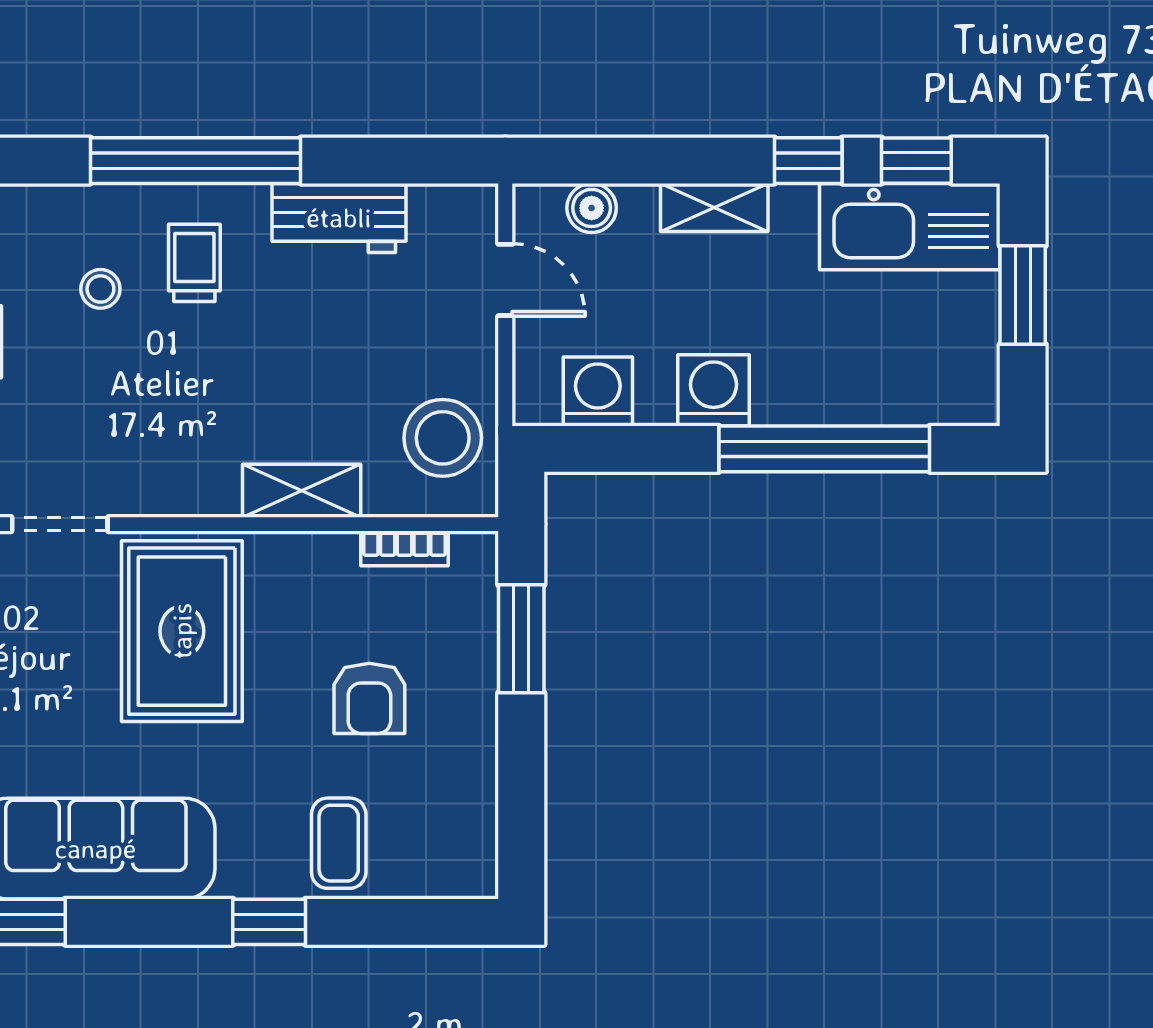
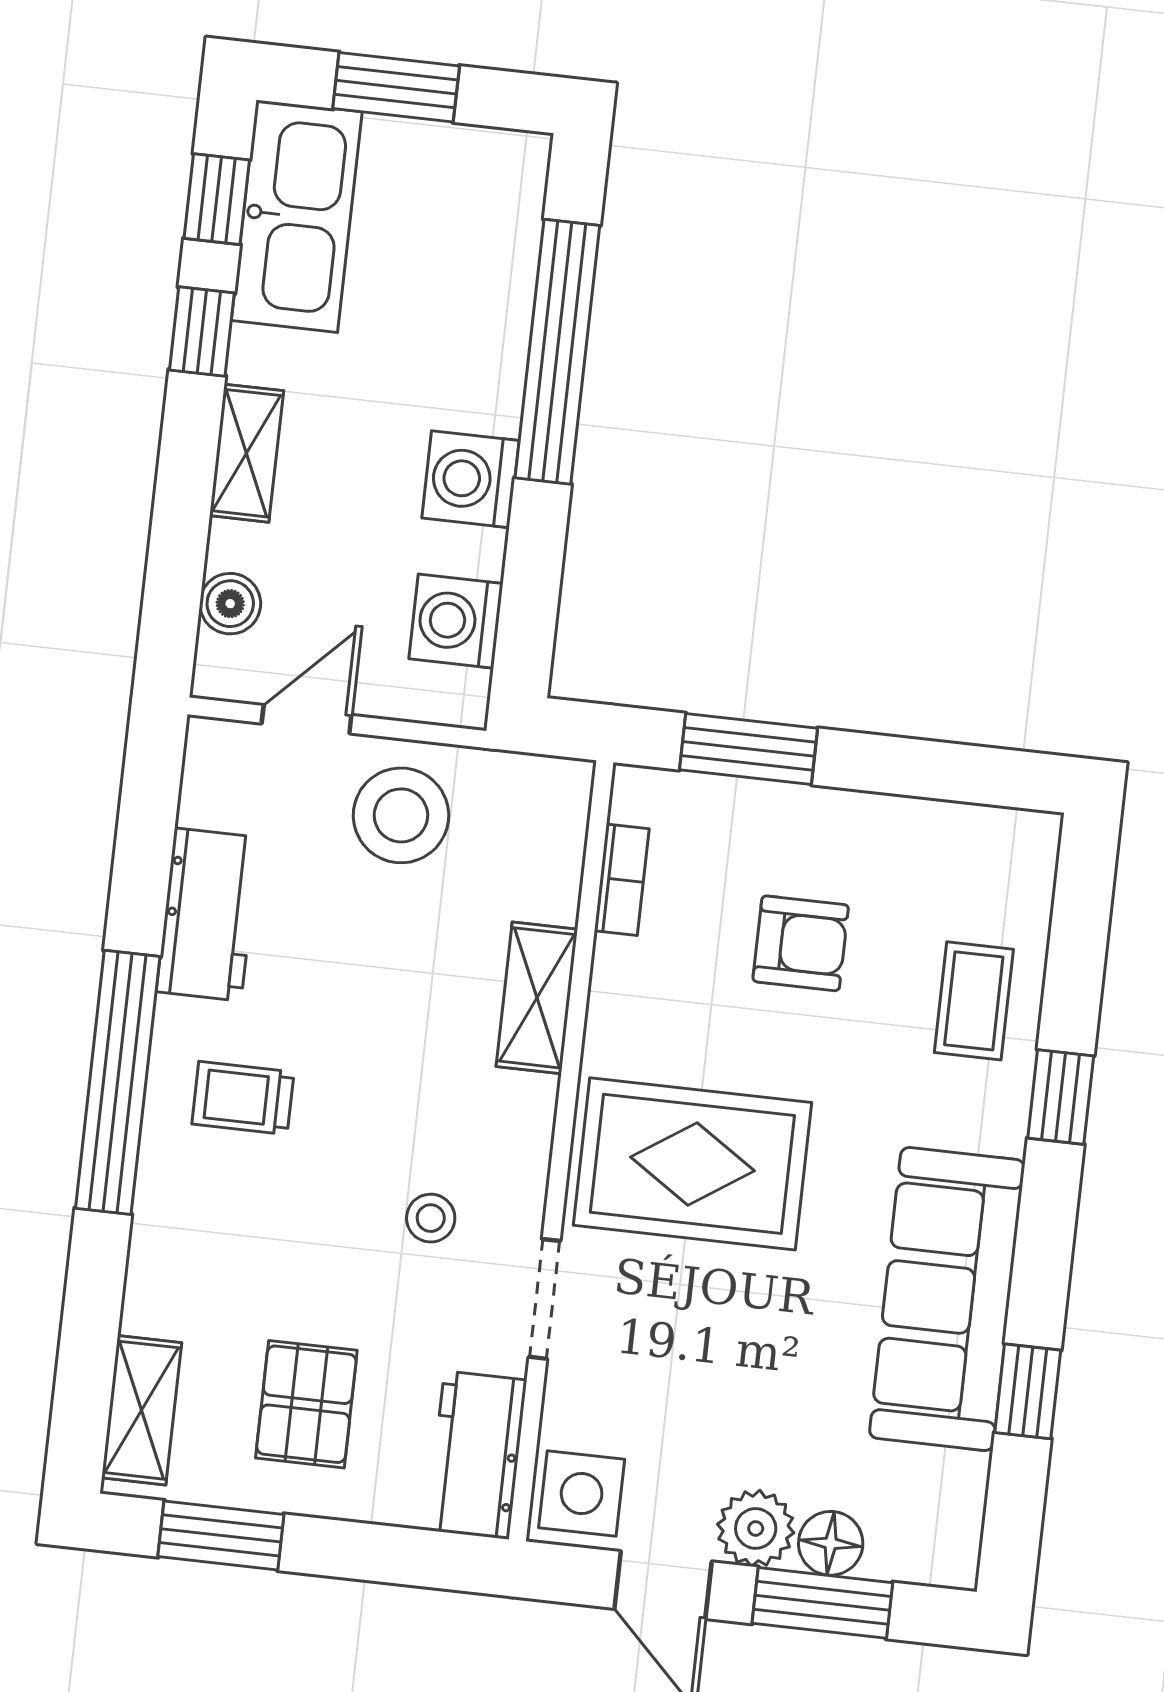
stool: (100, 289) -> (431, 1218), moved
stool: (443, 438) -> (401, 815), moved
coffee table: (339, 843) -> (974, 1001), turned 90

